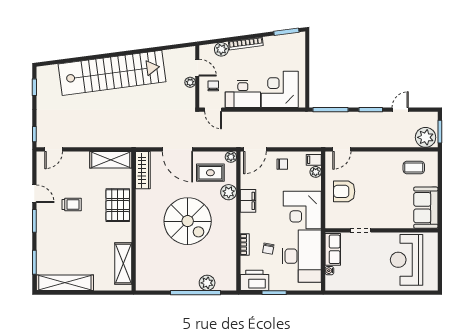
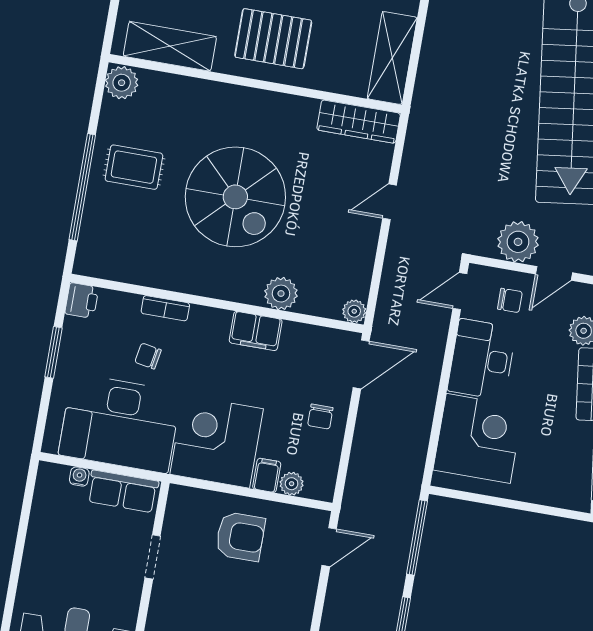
plant: (190, 82) -> (518, 242), width x1.87, depth x1.87
door: (177, 149) -> (389, 202), width x0.53
door: (255, 149) -> (361, 364), swing flipped
door: (342, 149) -> (329, 547), swing flipped
filing cabinet: (314, 160) -> (267, 475), moved
rug: (210, 173) -> (134, 167), moved, turned 90
armchair: (344, 191) -> (240, 536), turned 90
pallet: (118, 205) -> (273, 39), moved
spiral stairs: (188, 221) -> (235, 197), turned -90
printer: (254, 280) -> (82, 300), width x0.53, depth x0.68
plant: (207, 283) -> (122, 83), moved

